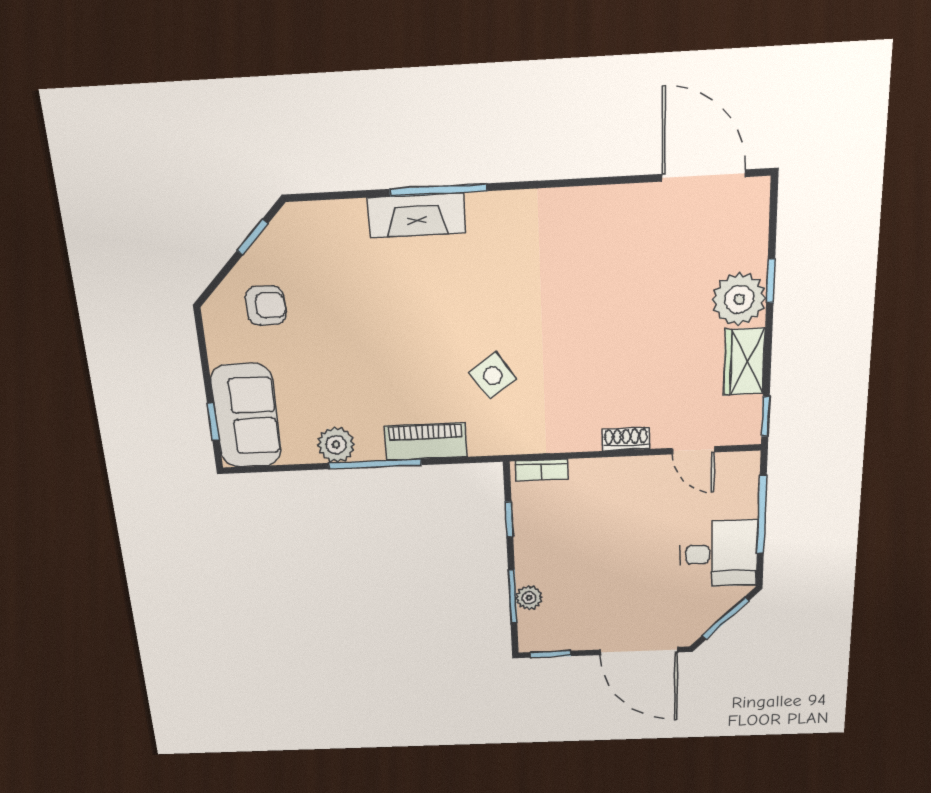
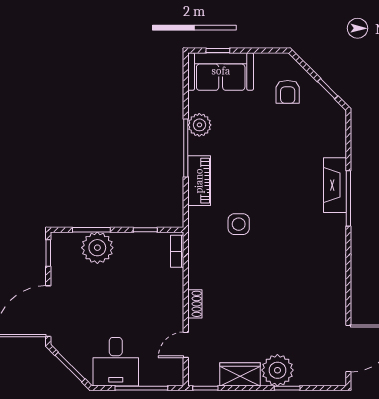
side table: (493, 376) -> (239, 224), turned 35
plant: (529, 598) -> (97, 248), width x1.87, depth x1.87

